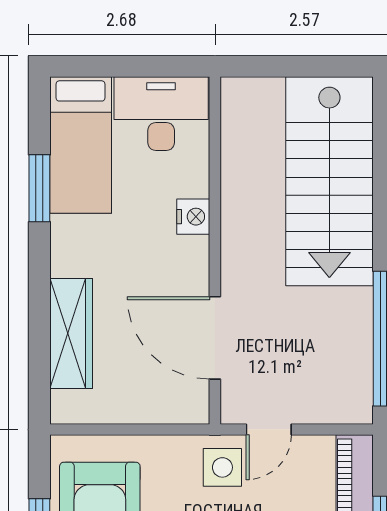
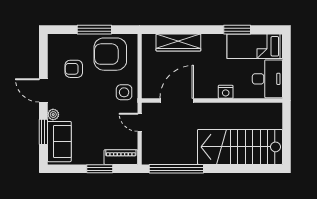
side table: (222, 467) -> (124, 92), moved

